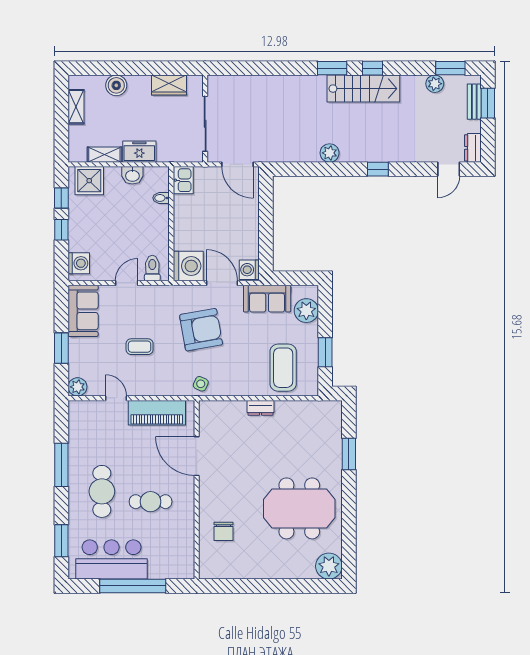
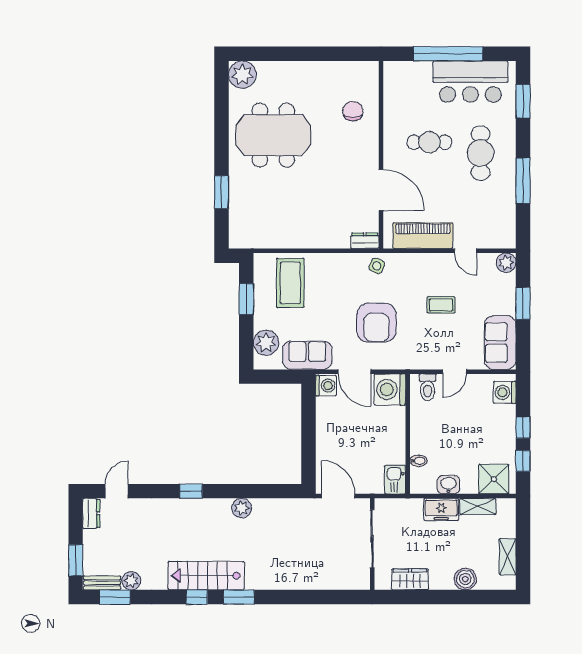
bench: (474, 102) -> (102, 583), moved, turned 90
armchair: (201, 330) -> (376, 323), turned -80
dresser: (260, 408) -> (365, 241), moved

